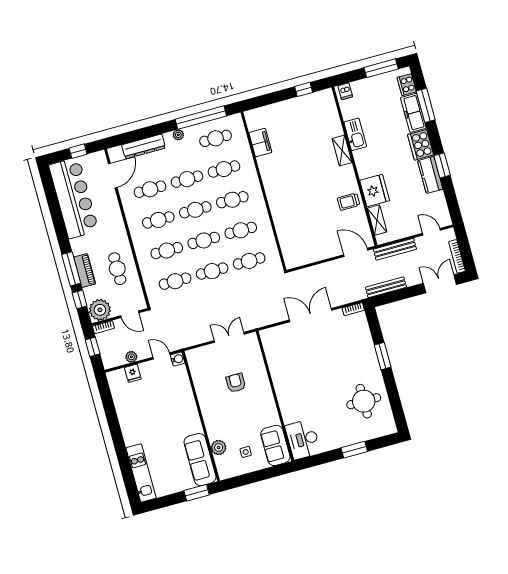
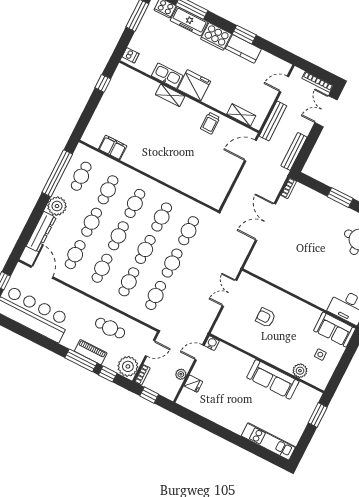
plant: (178, 135) -> (57, 206), width x1.88, depth x1.88
fridge: (375, 191) -> (194, 85), moved
sofa: (200, 460) -> (273, 379), moved

